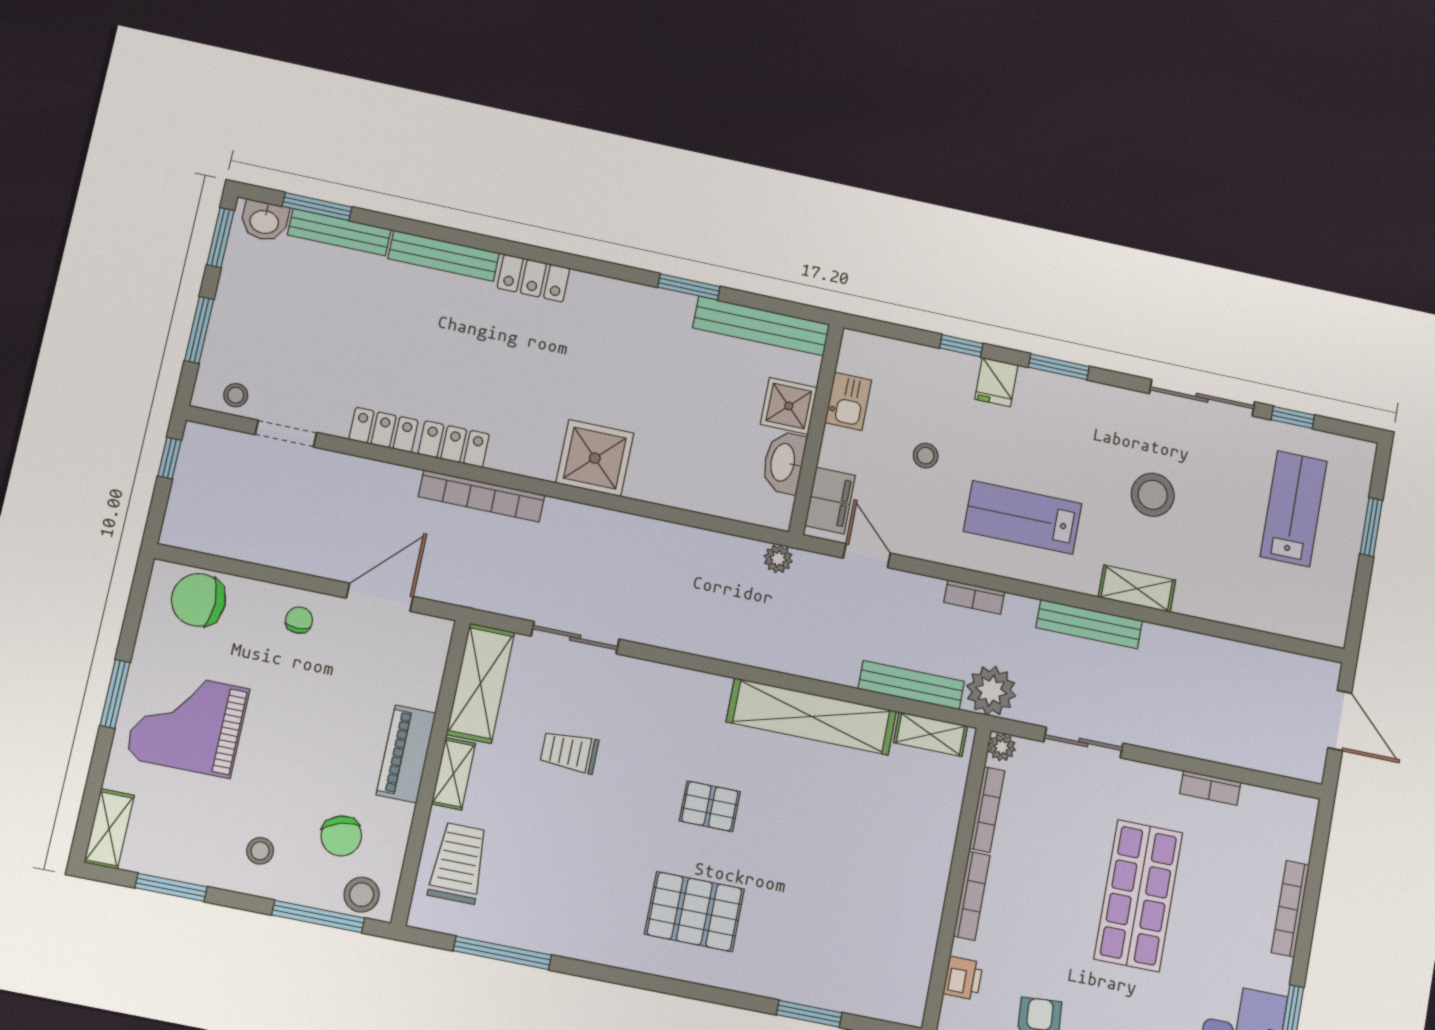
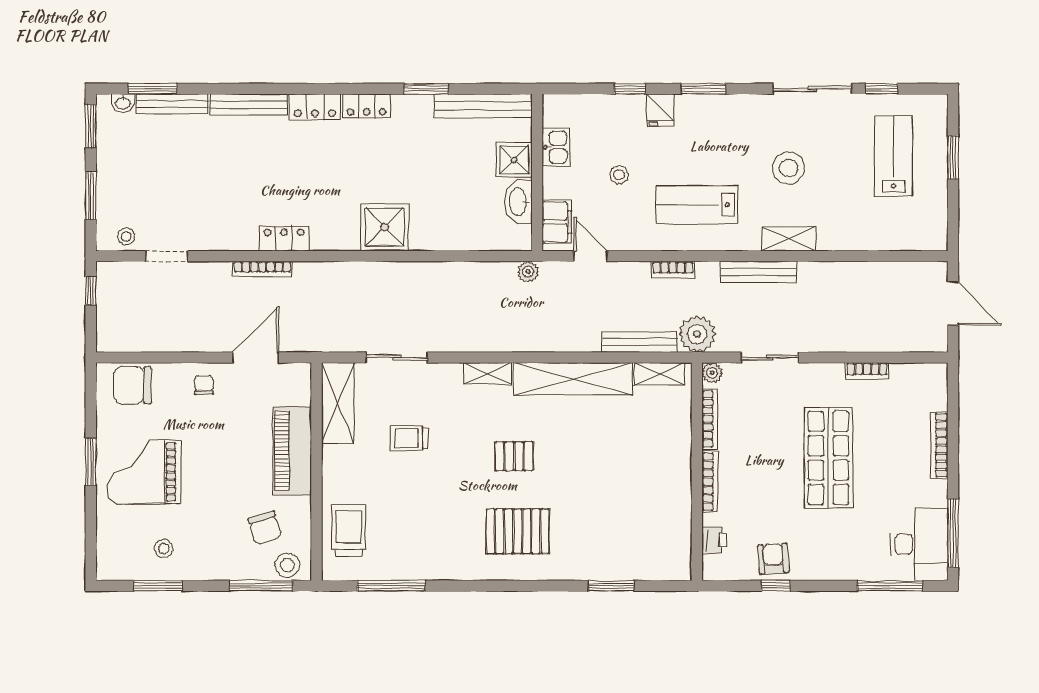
washbasin: (264, 221) -> (123, 103), width x0.72, depth x0.69
locker: (384, 430) -> (367, 106), moved, turned 180
bookcase: (482, 496) -> (262, 269), moved, width x0.68, depth x0.76
piano: (406, 754) -> (292, 451), width x1.37, depth x1.33
shelving: (453, 774) -> (488, 373), moved, turned 90
shelving: (109, 829) -> (108, 555), removed
stool: (260, 851) -> (164, 549), moved

